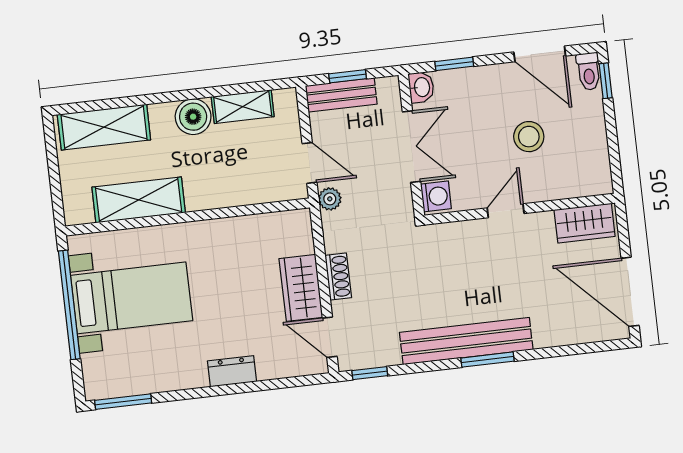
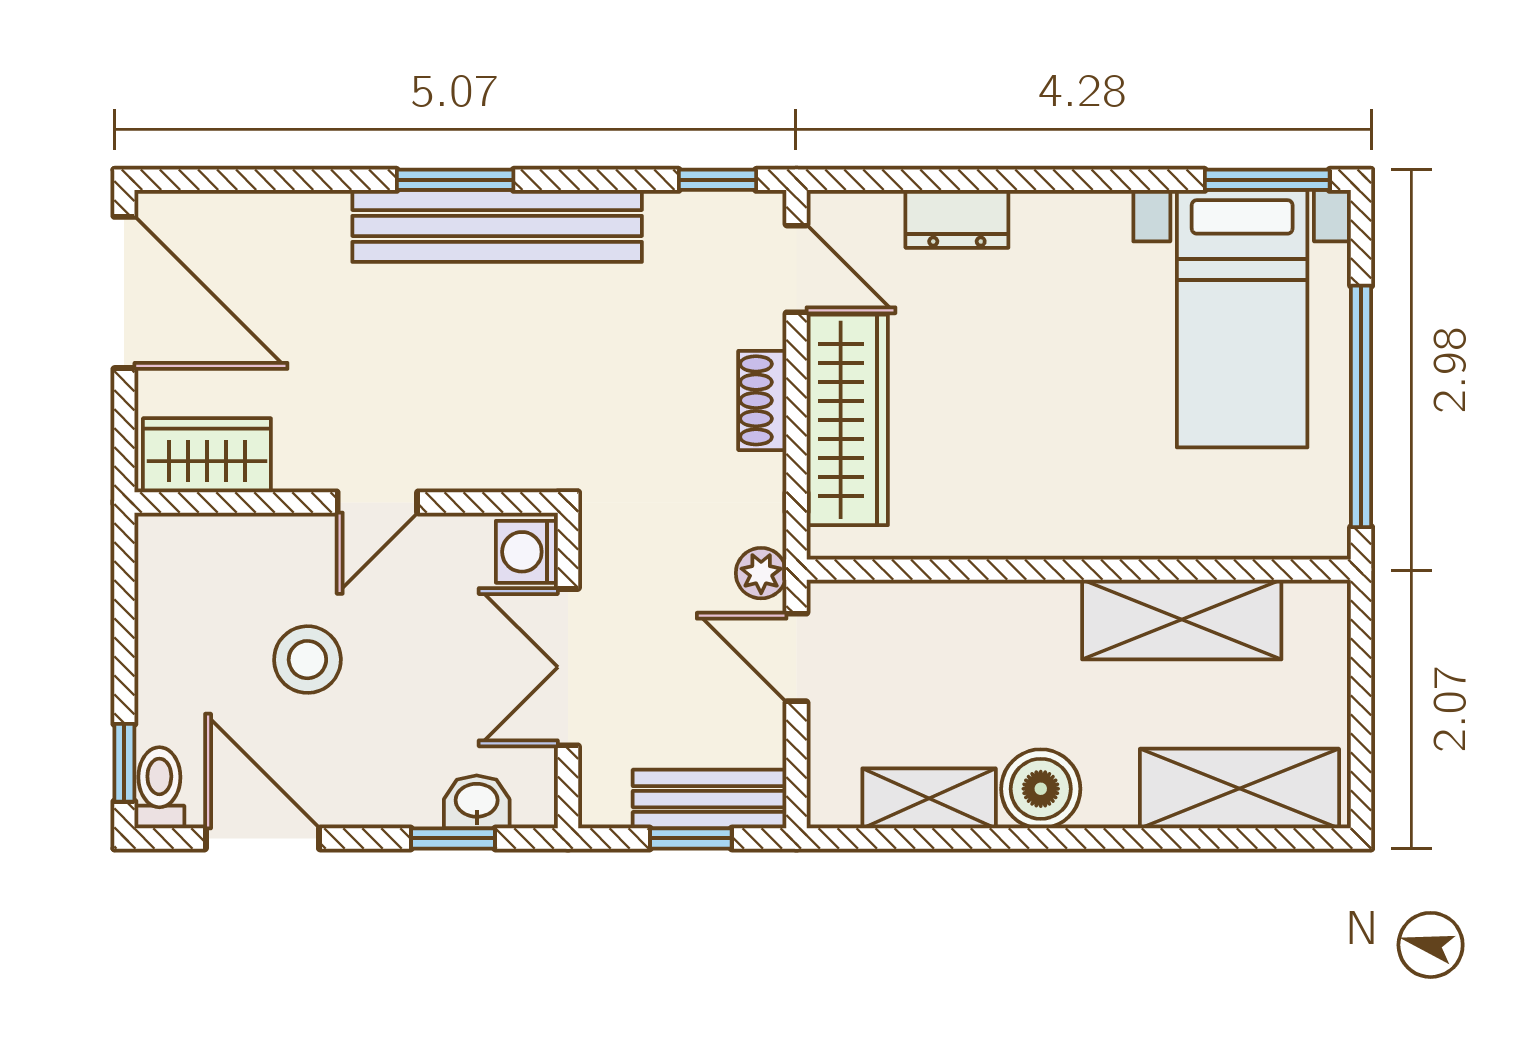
washbasin: (421, 87) -> (477, 802), moved, turned 90
wardrobe: (301, 288) -> (847, 420), width x1.50
bed with nightstands: (132, 298) -> (1242, 319), moved, turned -90
dresser: (232, 371) -> (957, 219), moved

